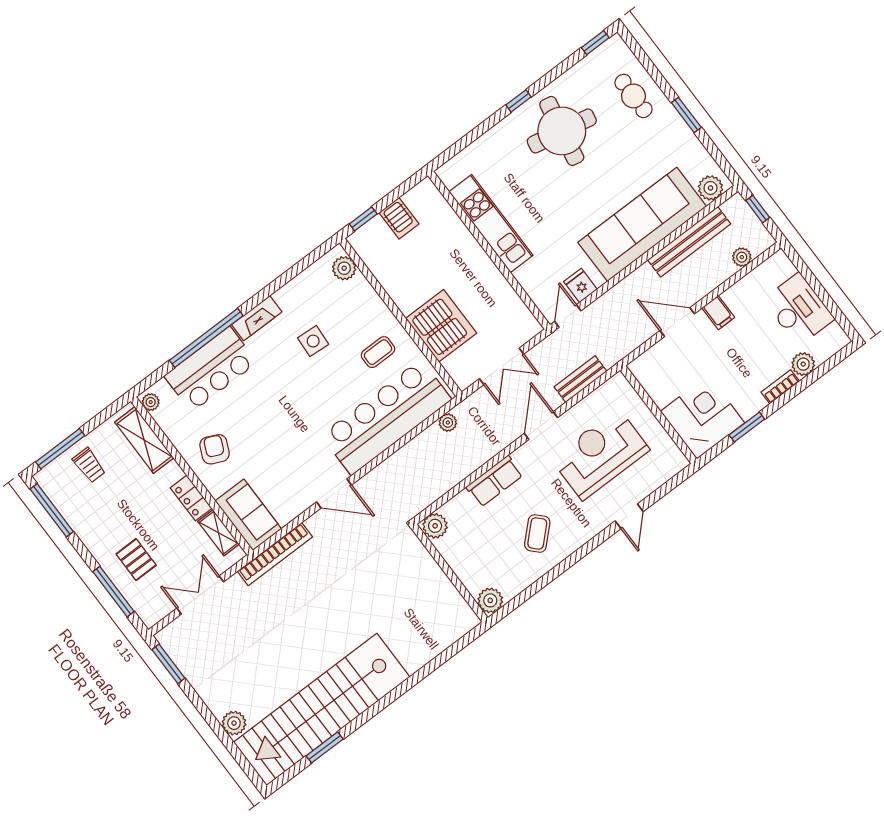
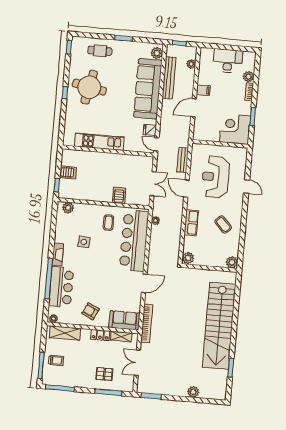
server rack: (441, 326) -> (119, 195), width x0.46, depth x0.70
stairs: (322, 710) -> (219, 326), moved

